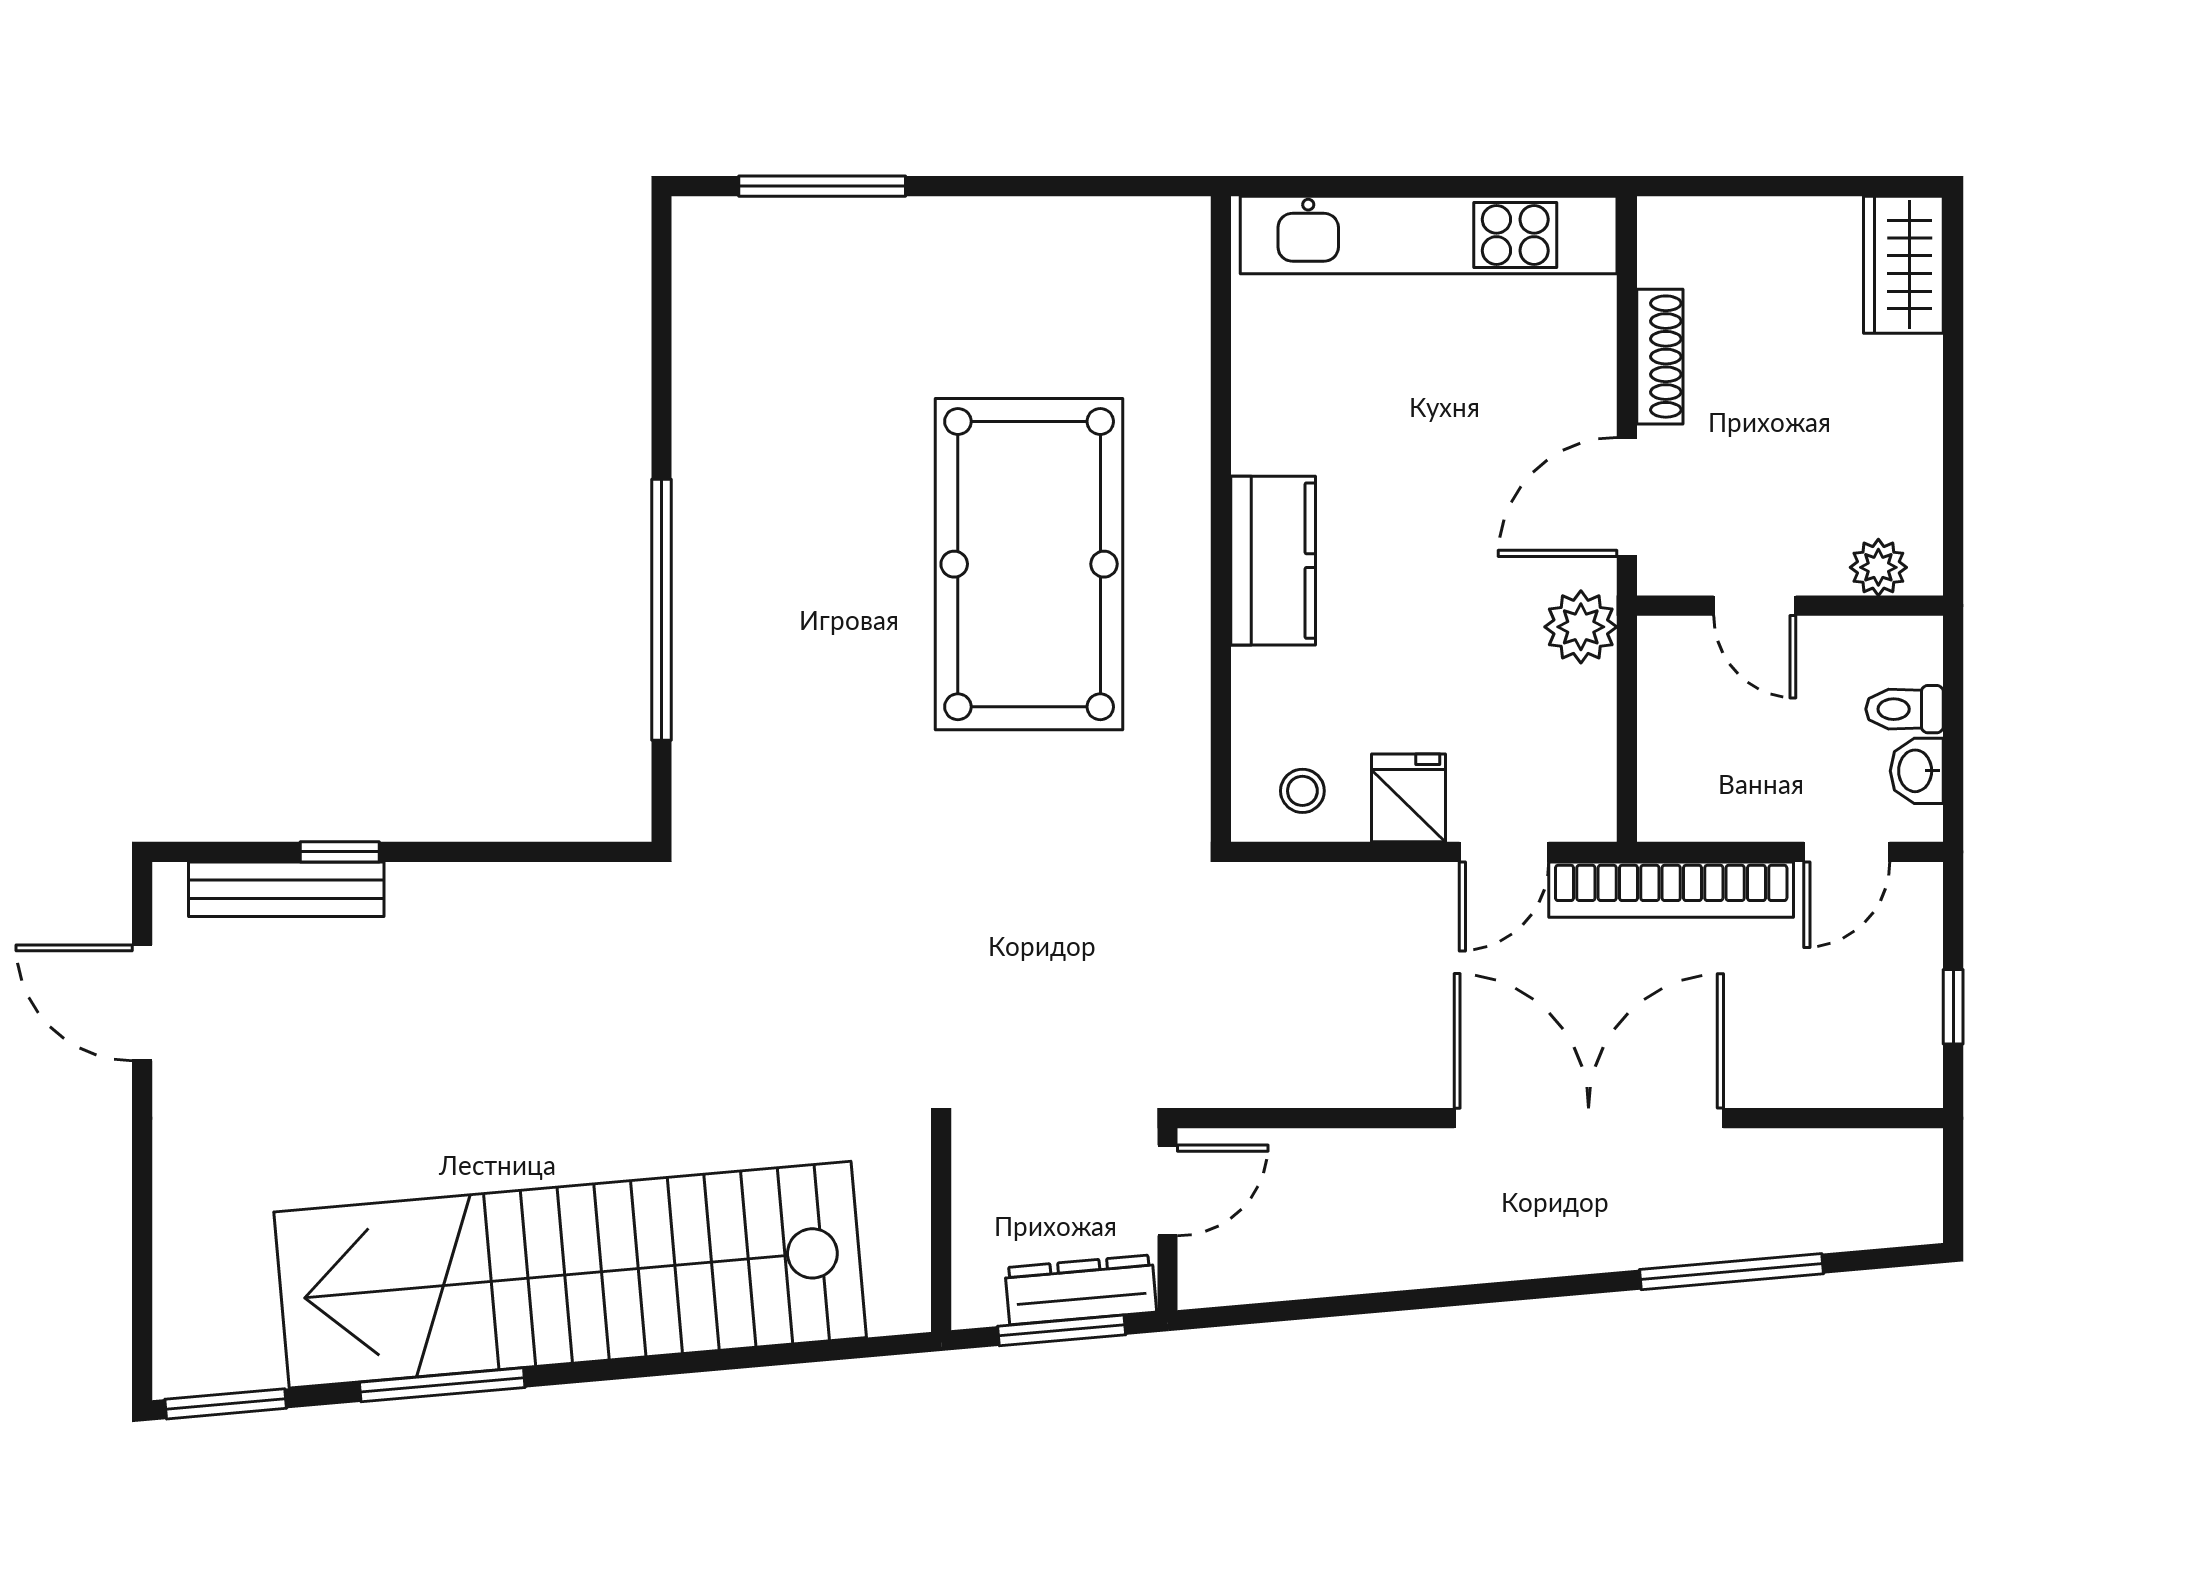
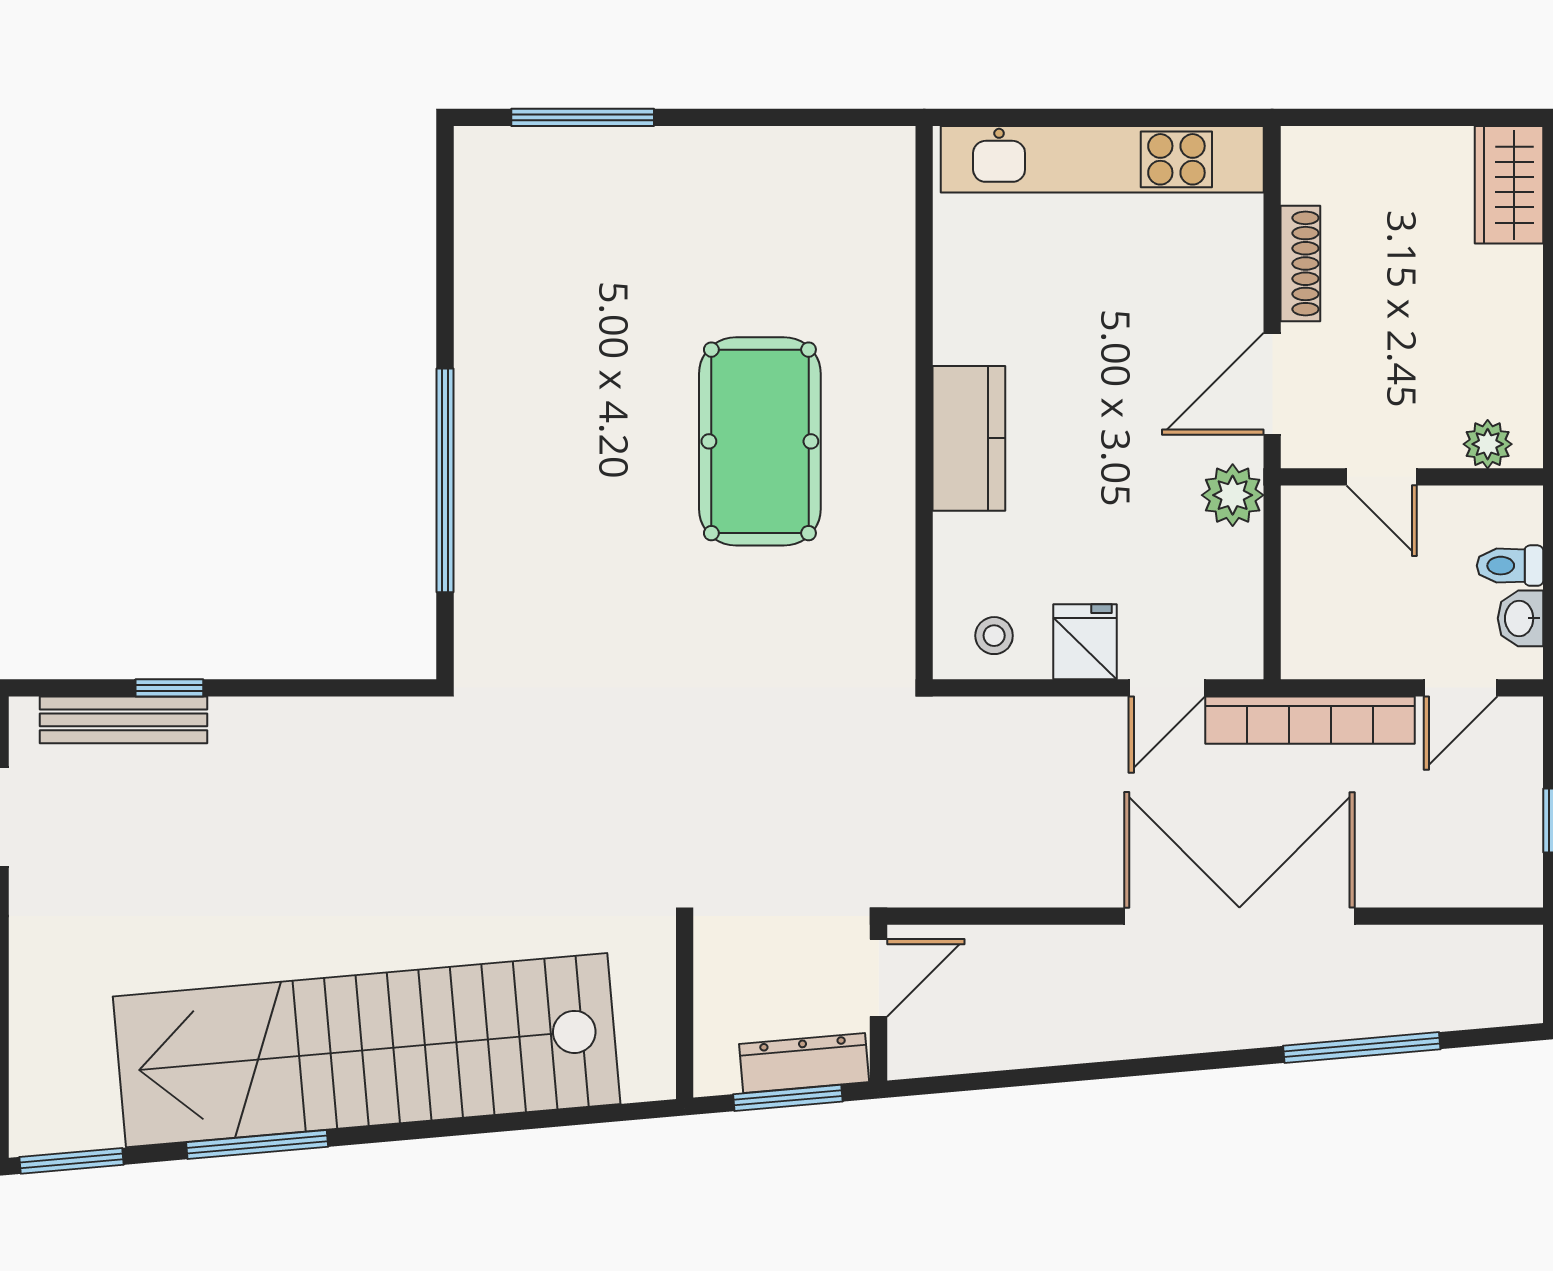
pool table: (1029, 564) -> (760, 441), width x0.73, depth x0.76

